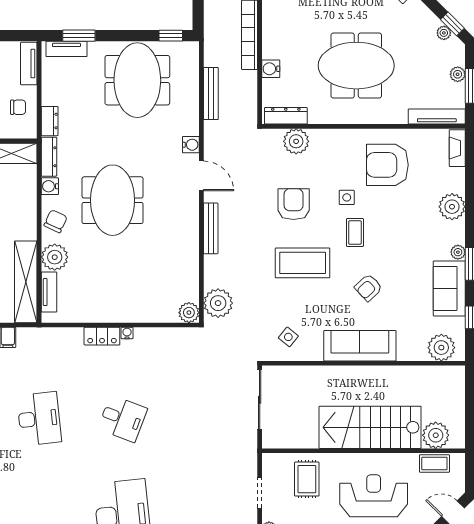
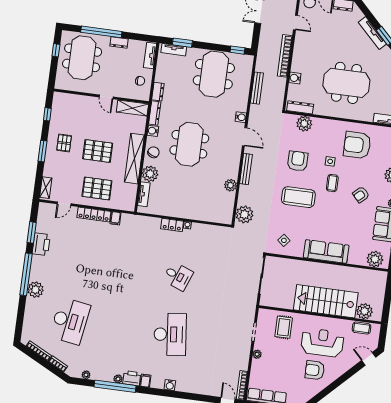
shelving: (26, 282) -> (134, 159), moved
armchair: (368, 288) -> (361, 195), moved
plant: (189, 313) -> (231, 185), moved
desk: (39, 419) -> (128, 269), removed

